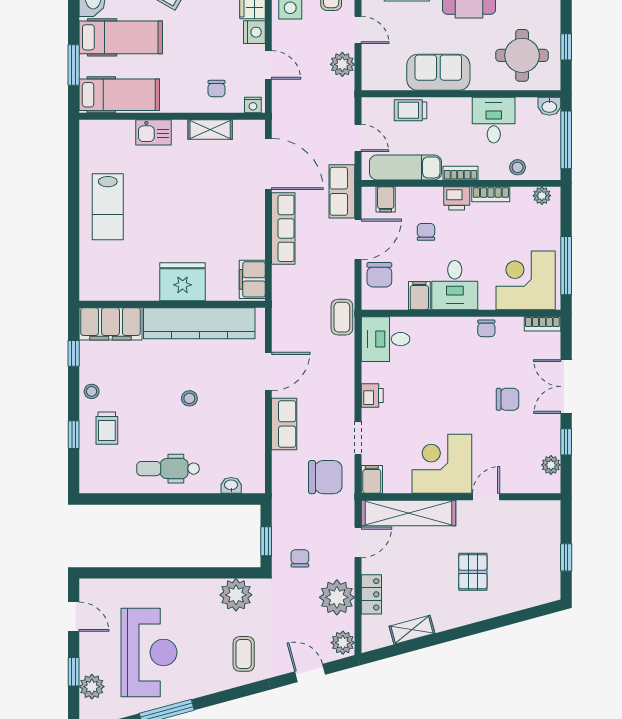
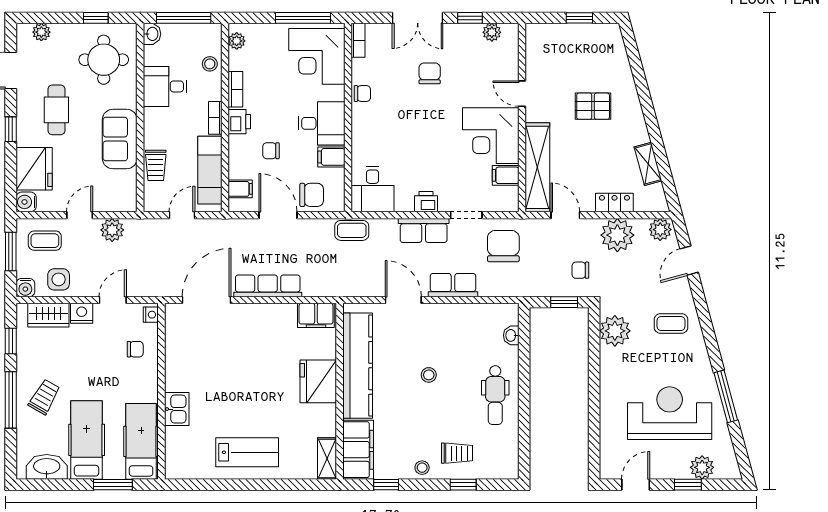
shelving: (210, 129) -> (327, 459), moved
row of seats: (342, 191) -> (424, 230), moved
filing cabinet: (372, 479) -> (506, 175), moved

